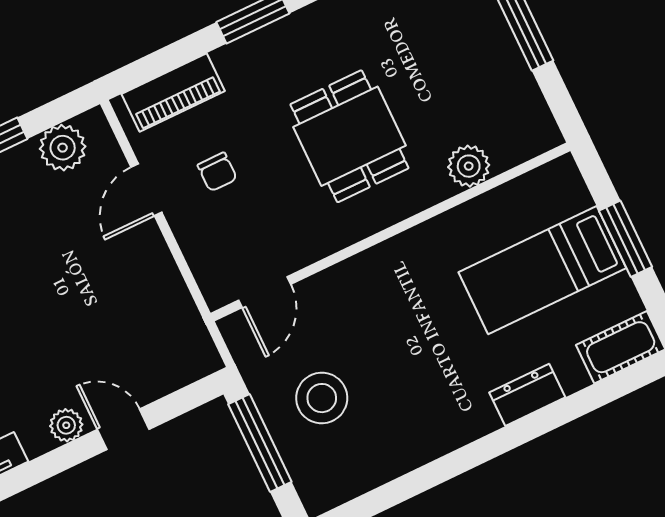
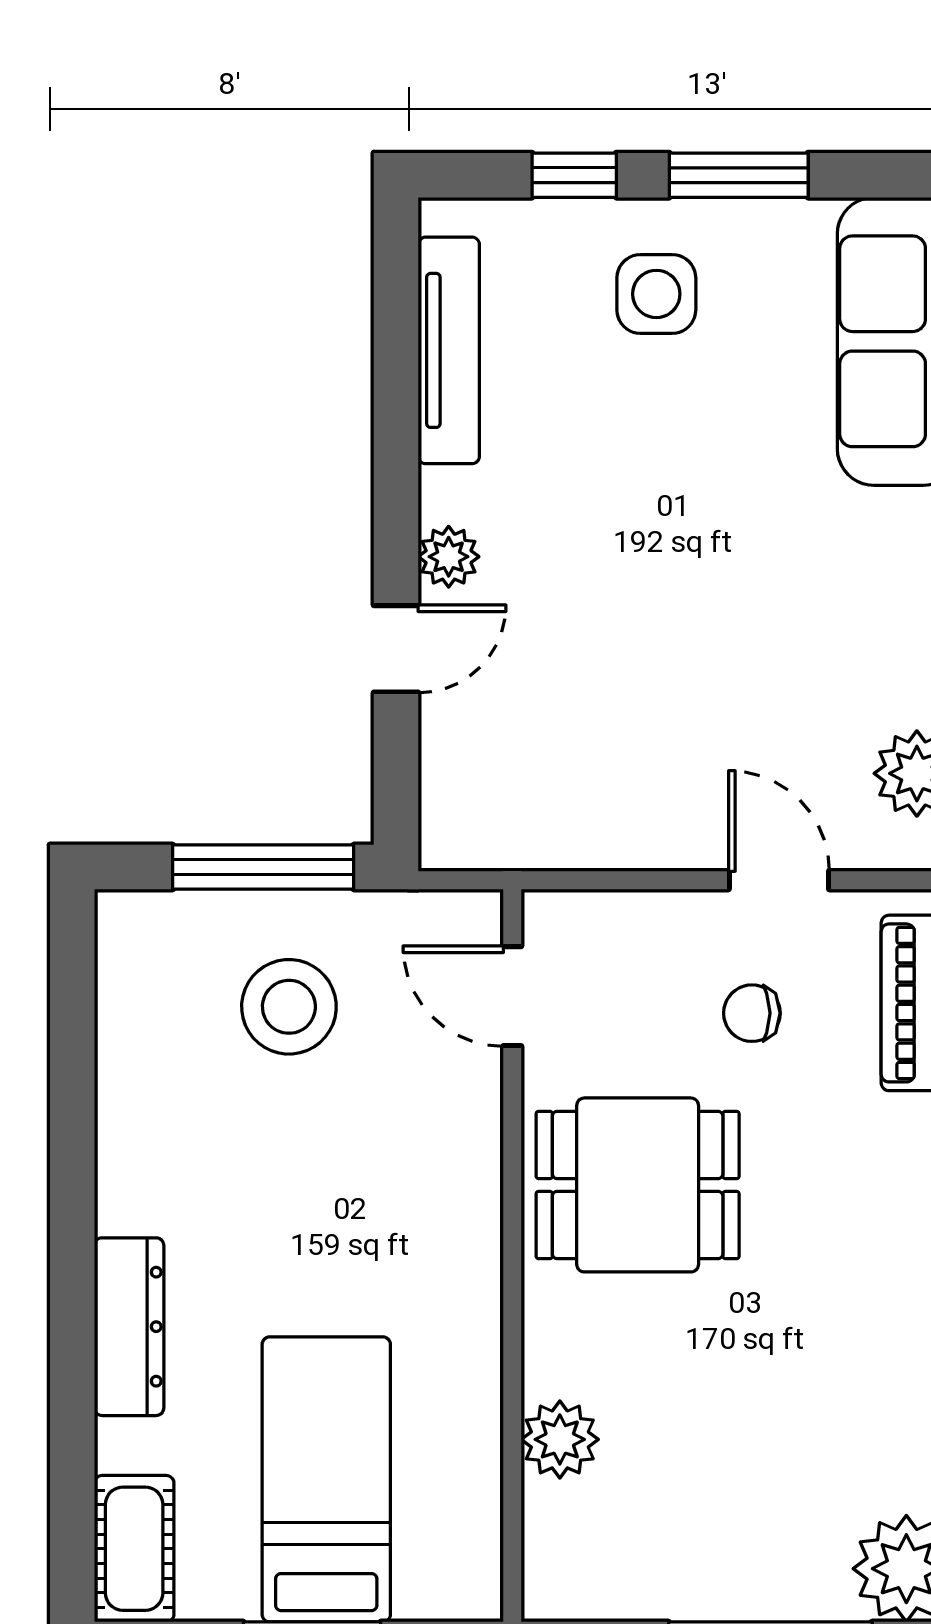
dining table: (349, 136) -> (638, 1185), moved
dresser: (527, 395) -> (129, 1327), width x1.44

